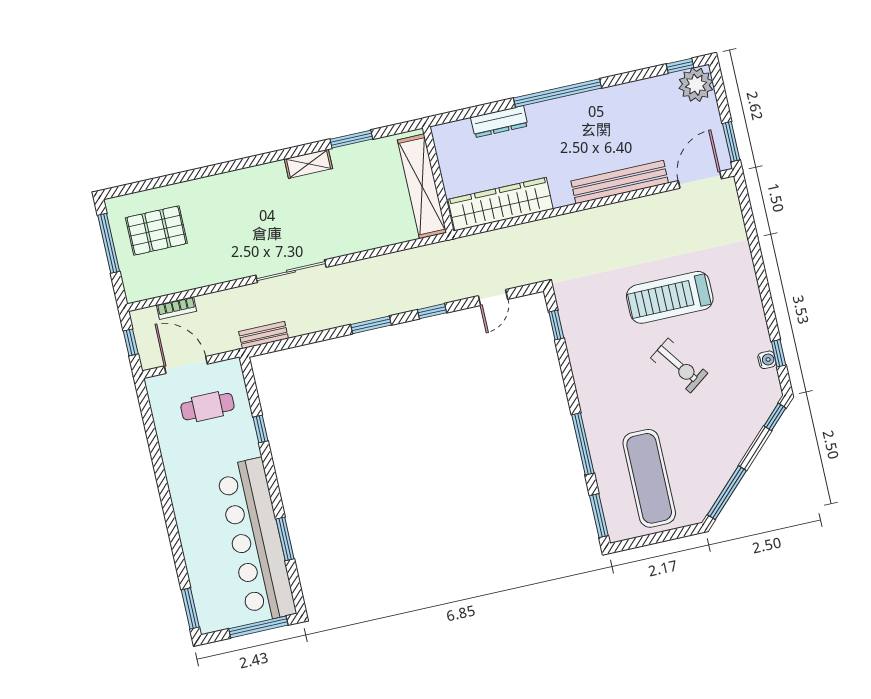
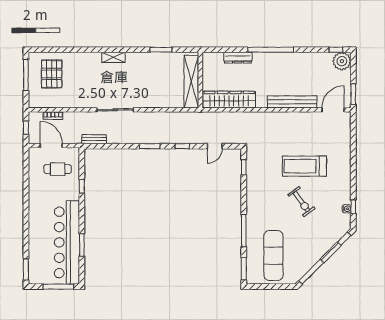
shelving: (308, 164) -> (113, 57), moved
pallet: (156, 230) -> (52, 74), turned 90

